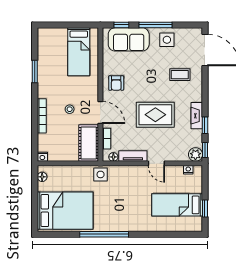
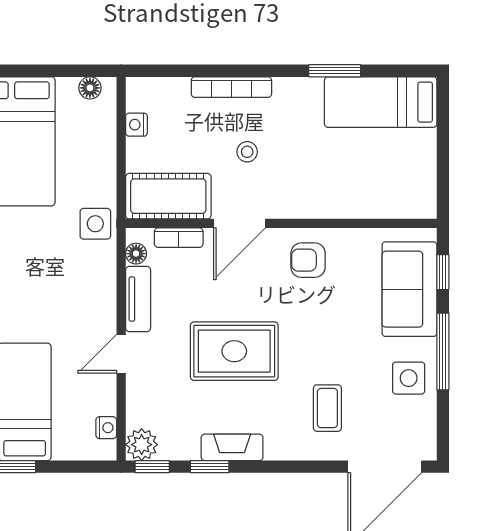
bed: (79, 52) -> (381, 102), moved
rug: (155, 115) -> (234, 351), turned 90
nightstand: (42, 157) -> (137, 125), moved

